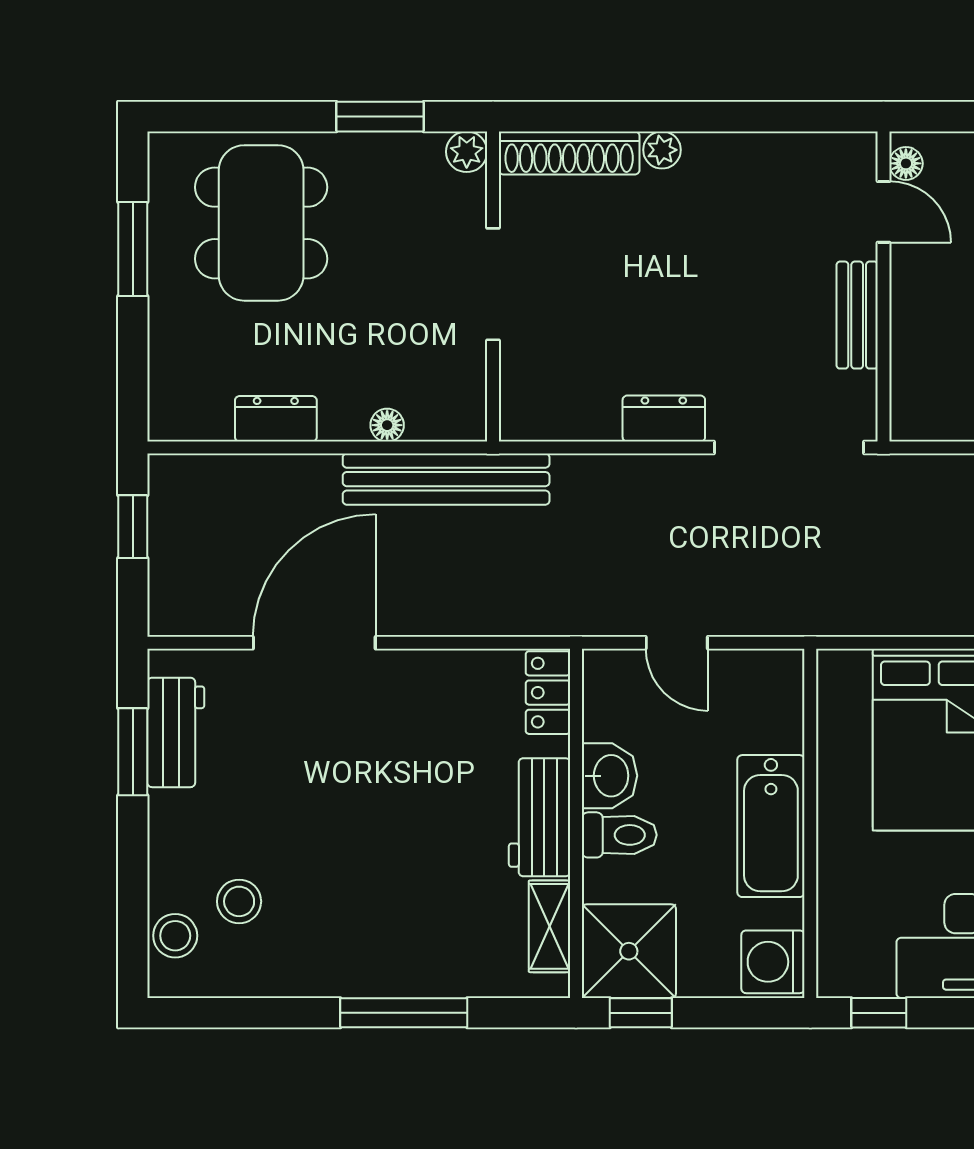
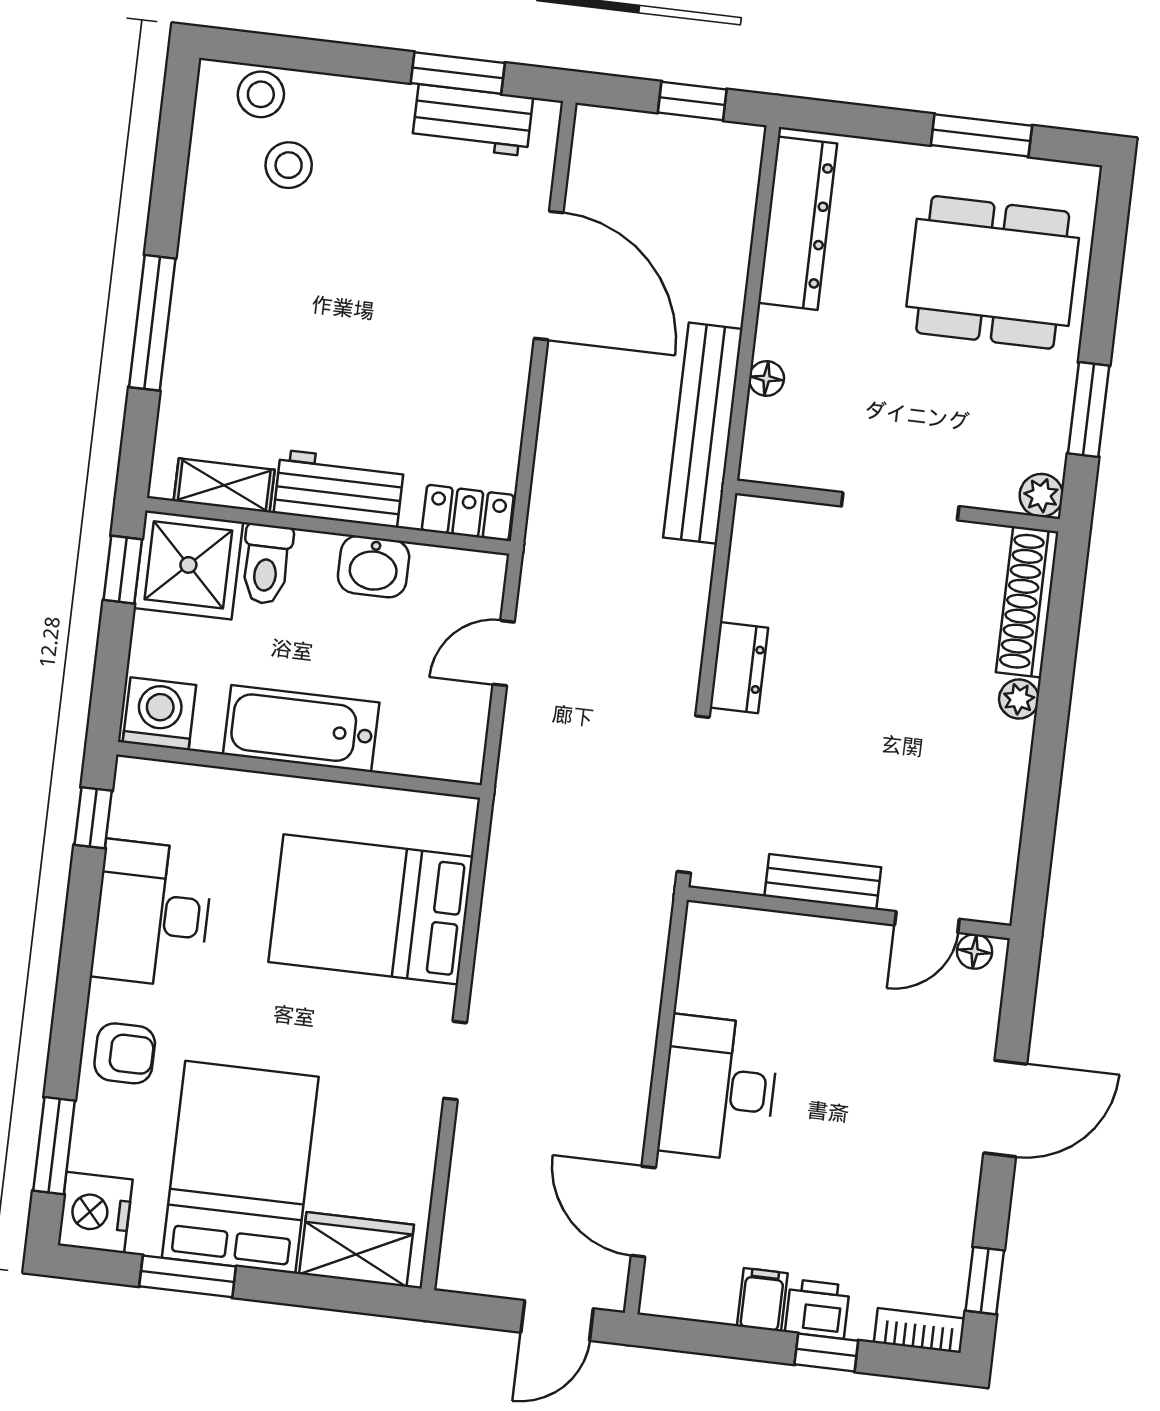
dresser: (276, 419) -> (798, 223), width x1.96, depth x1.24
toilet: (619, 835) -> (266, 564), moved

